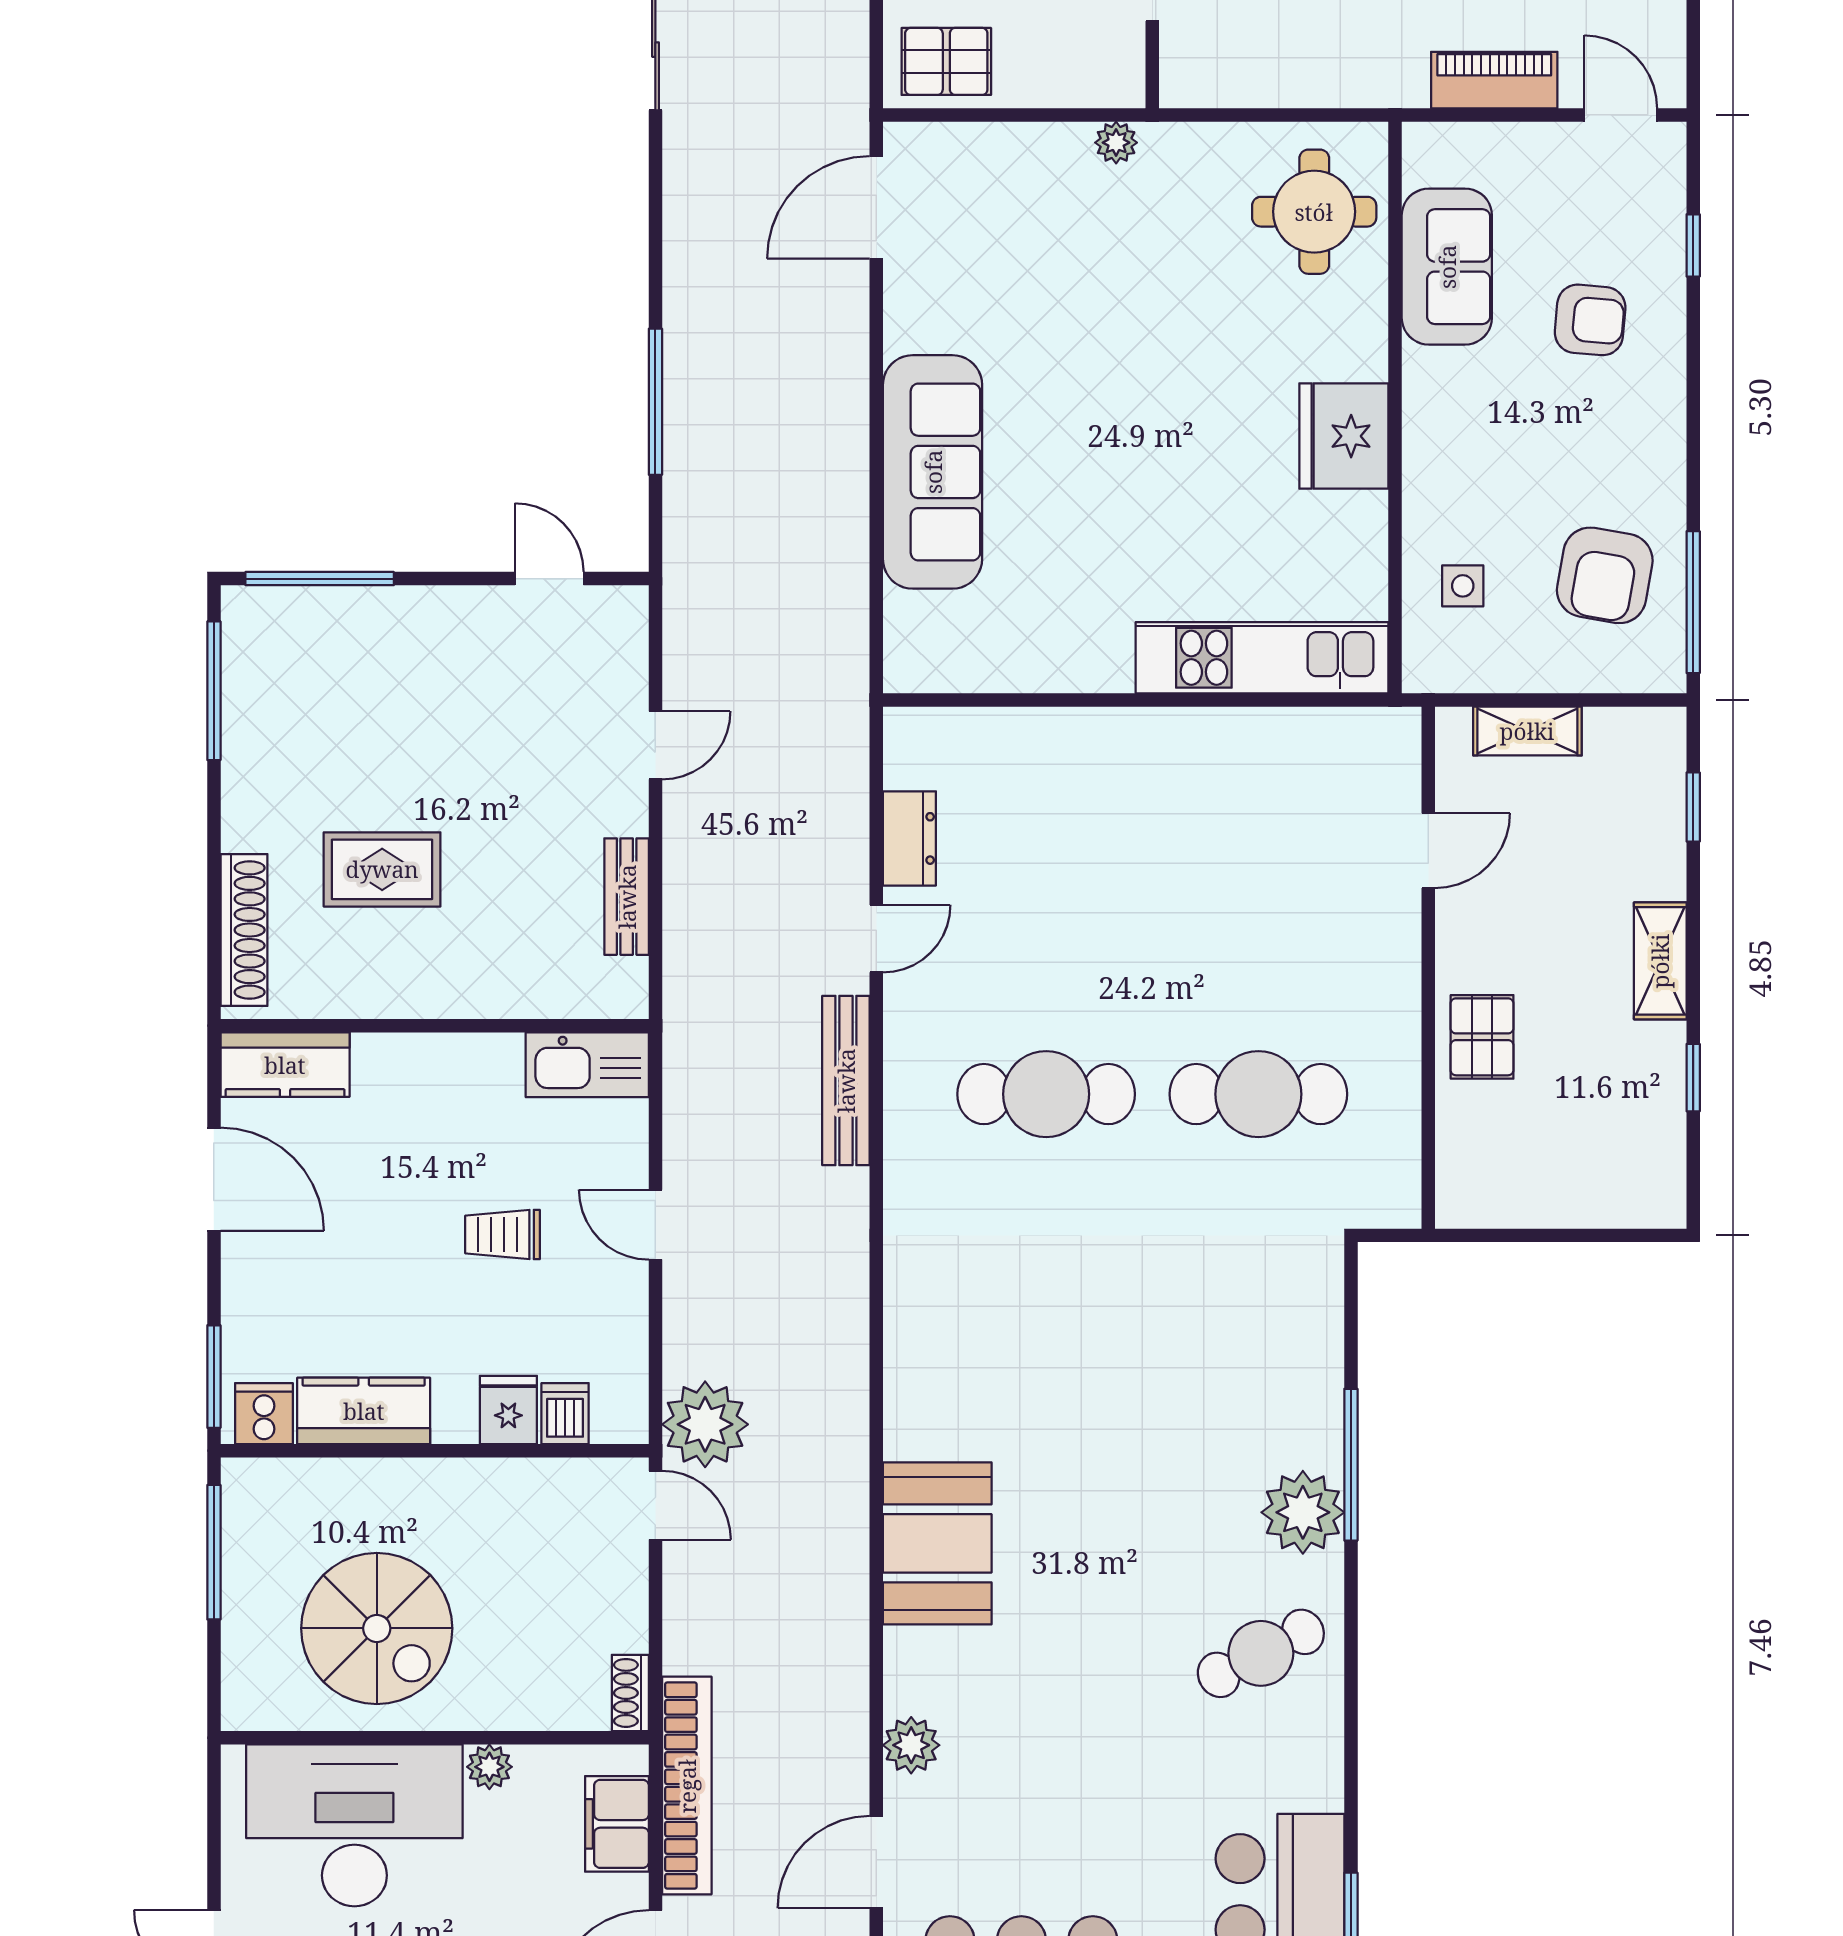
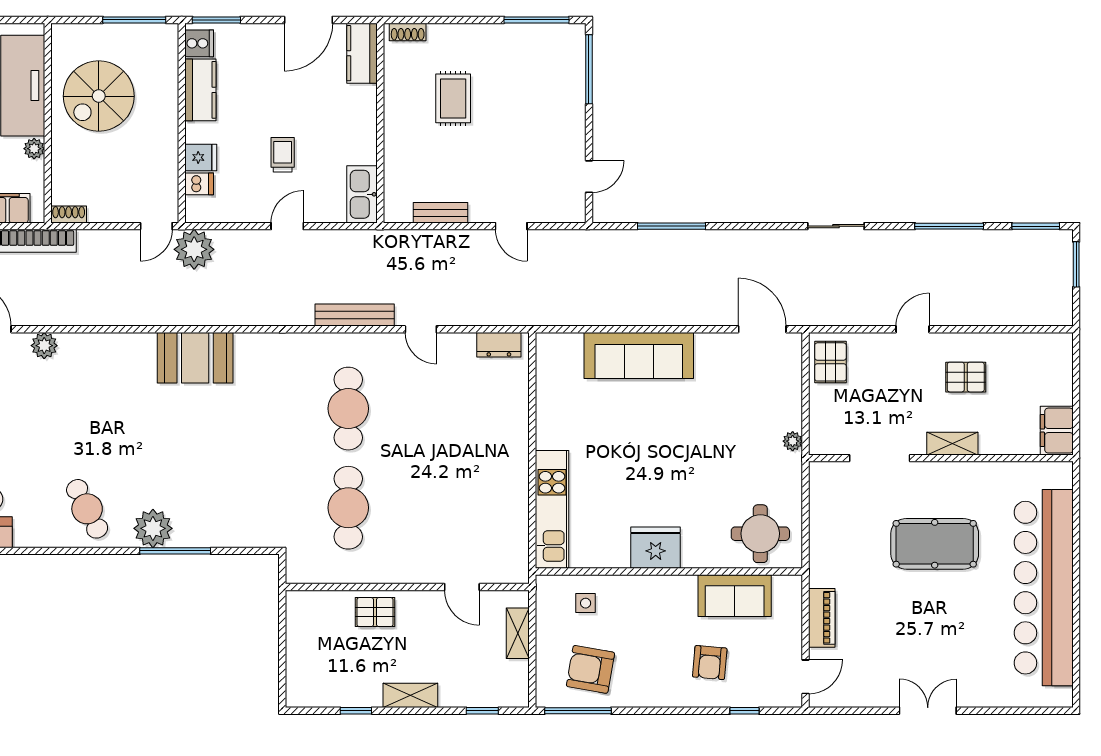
dresser: (909, 838) -> (499, 345), moved
shoe rack: (244, 930) -> (408, 32), width x0.51, depth x0.81
booth: (937, 1543) -> (195, 358), moved

